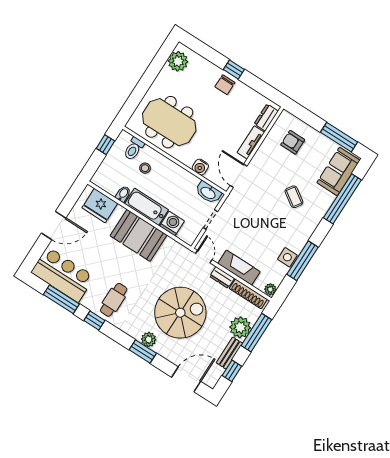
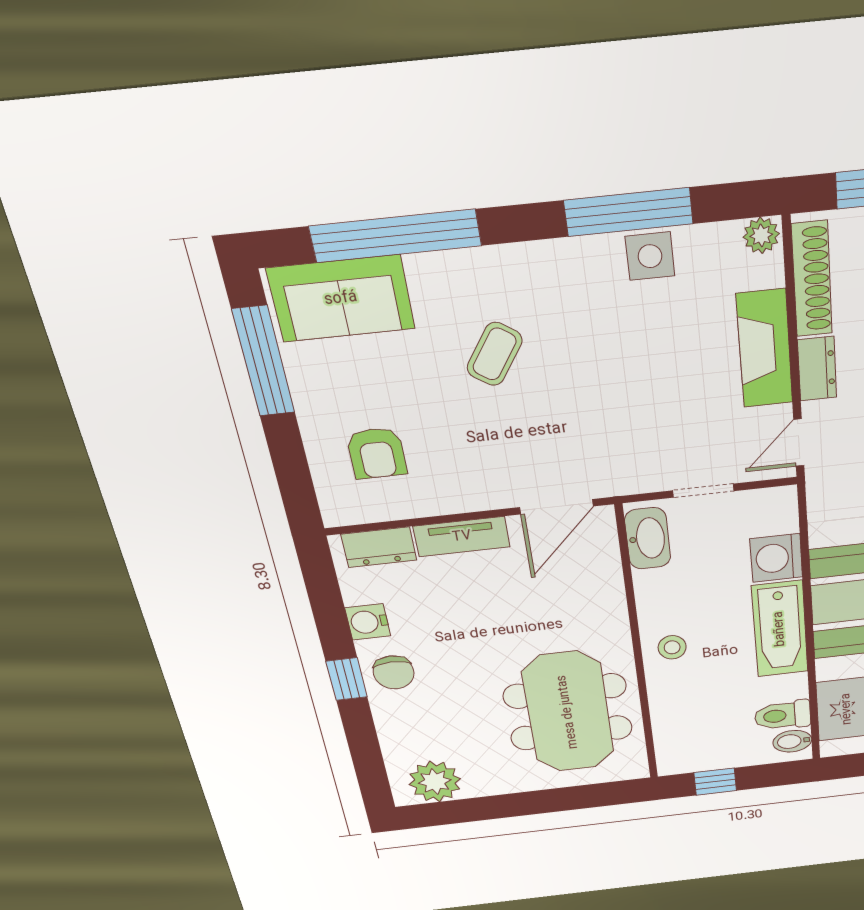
chair: (225, 85) -> (394, 672), turned 90
toilet: (134, 149) -> (783, 715), moved, turned 180
water cooler: (200, 167) -> (368, 622), moved, turned 180
stool: (145, 168) -> (672, 647), moved
bidet: (123, 194) -> (792, 741), moved

